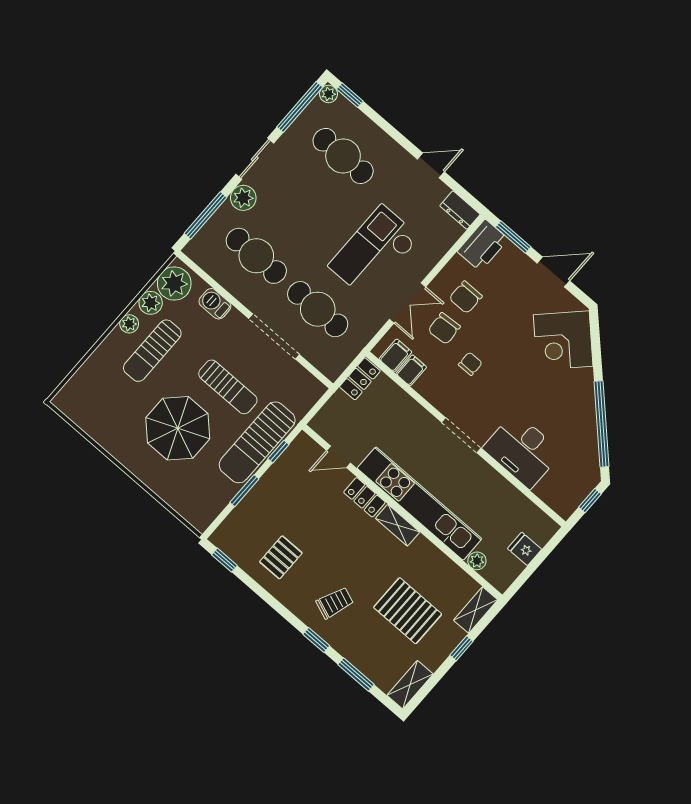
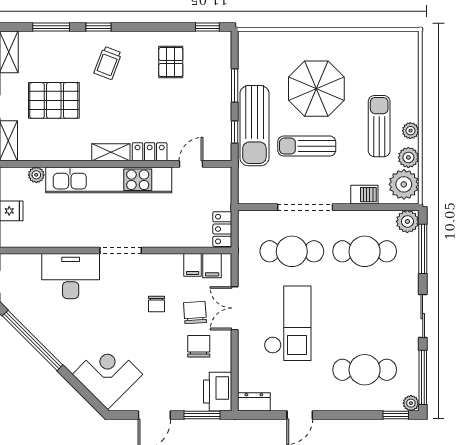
plant: (243, 198) -> (407, 221), moved
sun lounger: (257, 442) -> (254, 126), turned 180

